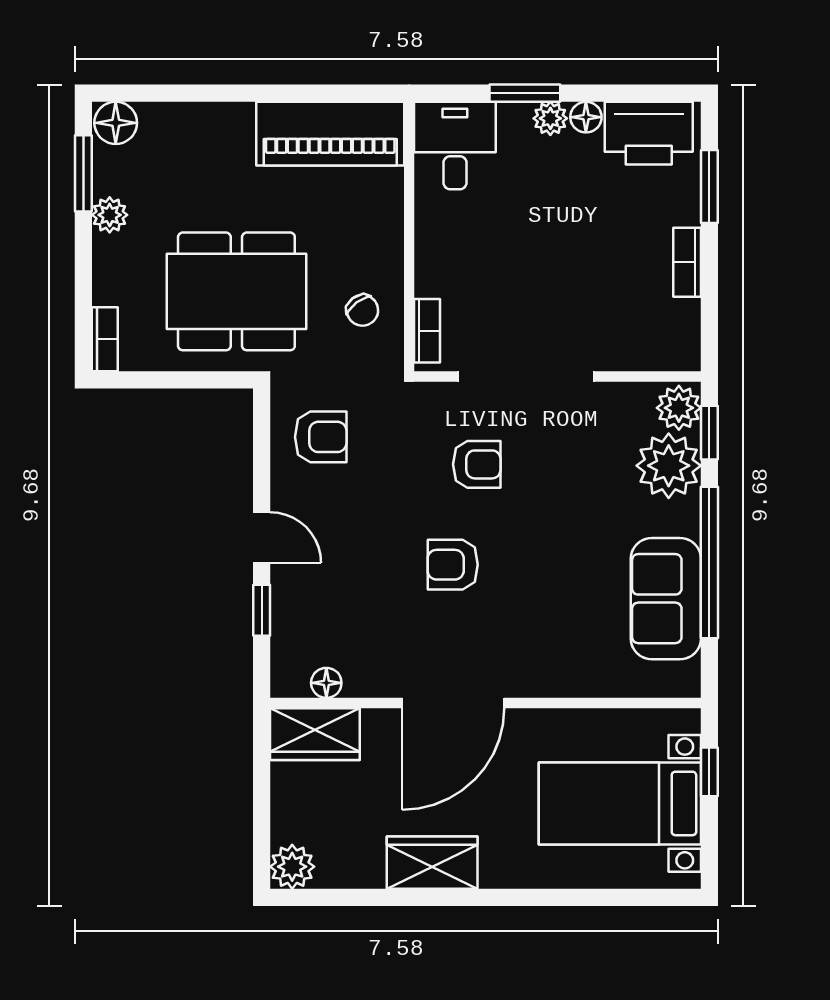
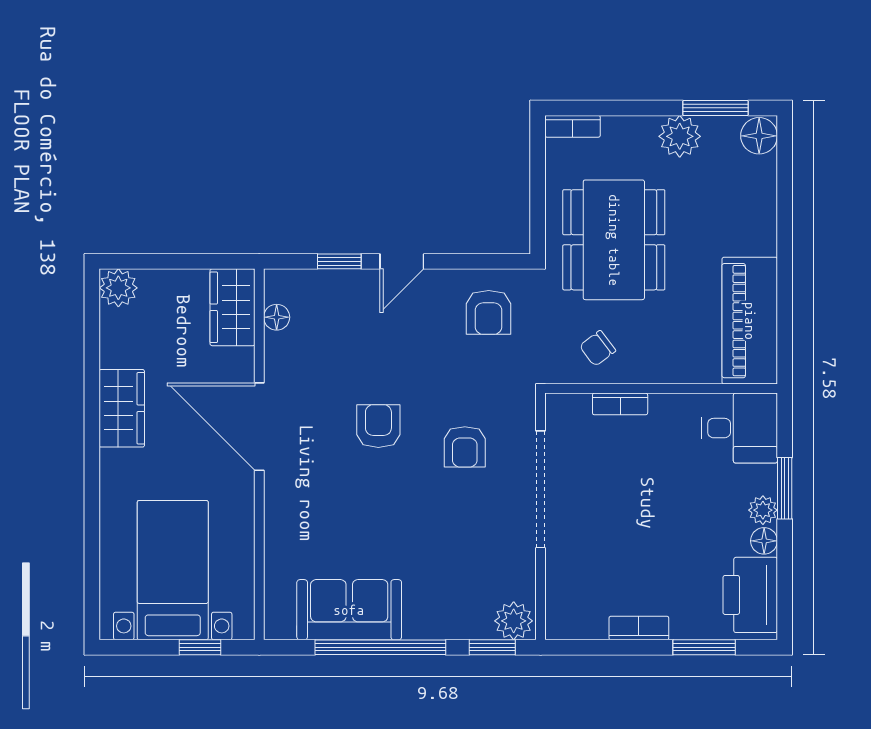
plant: (110, 215) -> (680, 136), width x1.38, depth x1.38
bookcase: (427, 331) -> (620, 404), moved
plant: (669, 466) -> (464, 612), removed

